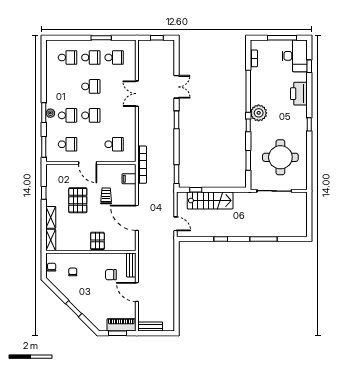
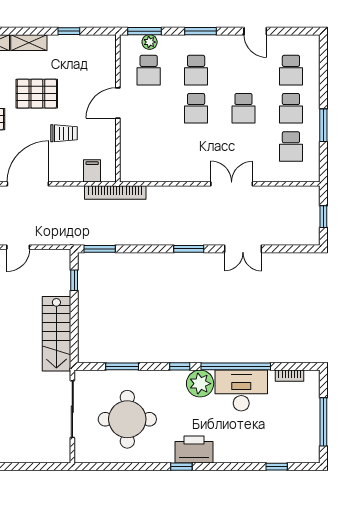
desk: (295, 56) -> (241, 391), moved, turned 180
door: (44, 79) -> (255, 31), added
printer: (299, 94) -> (194, 450), moved
plant: (50, 113) -> (150, 42), moved
school desk: (114, 144) -> (149, 147), removed
pallet: (78, 200) -> (37, 94), moved
stairs: (210, 201) -> (56, 334), moved

